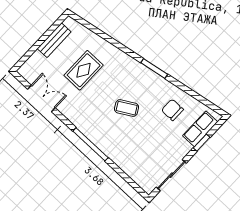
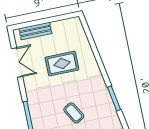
bench: (54, 40) -> (35, 31), moved

